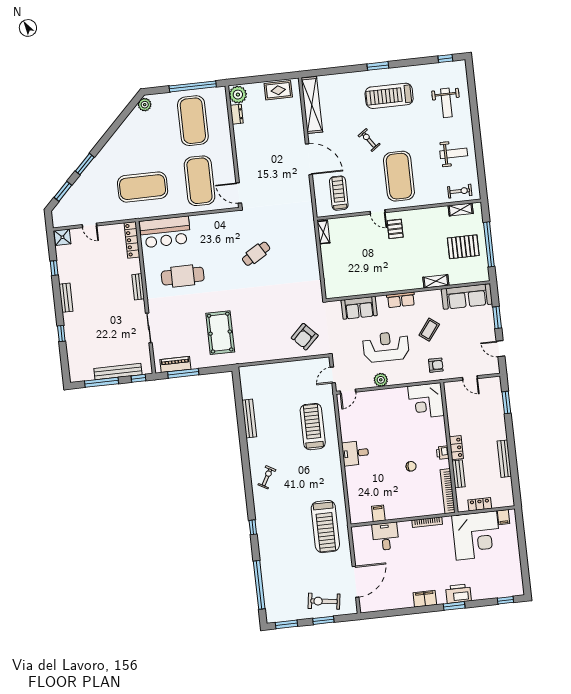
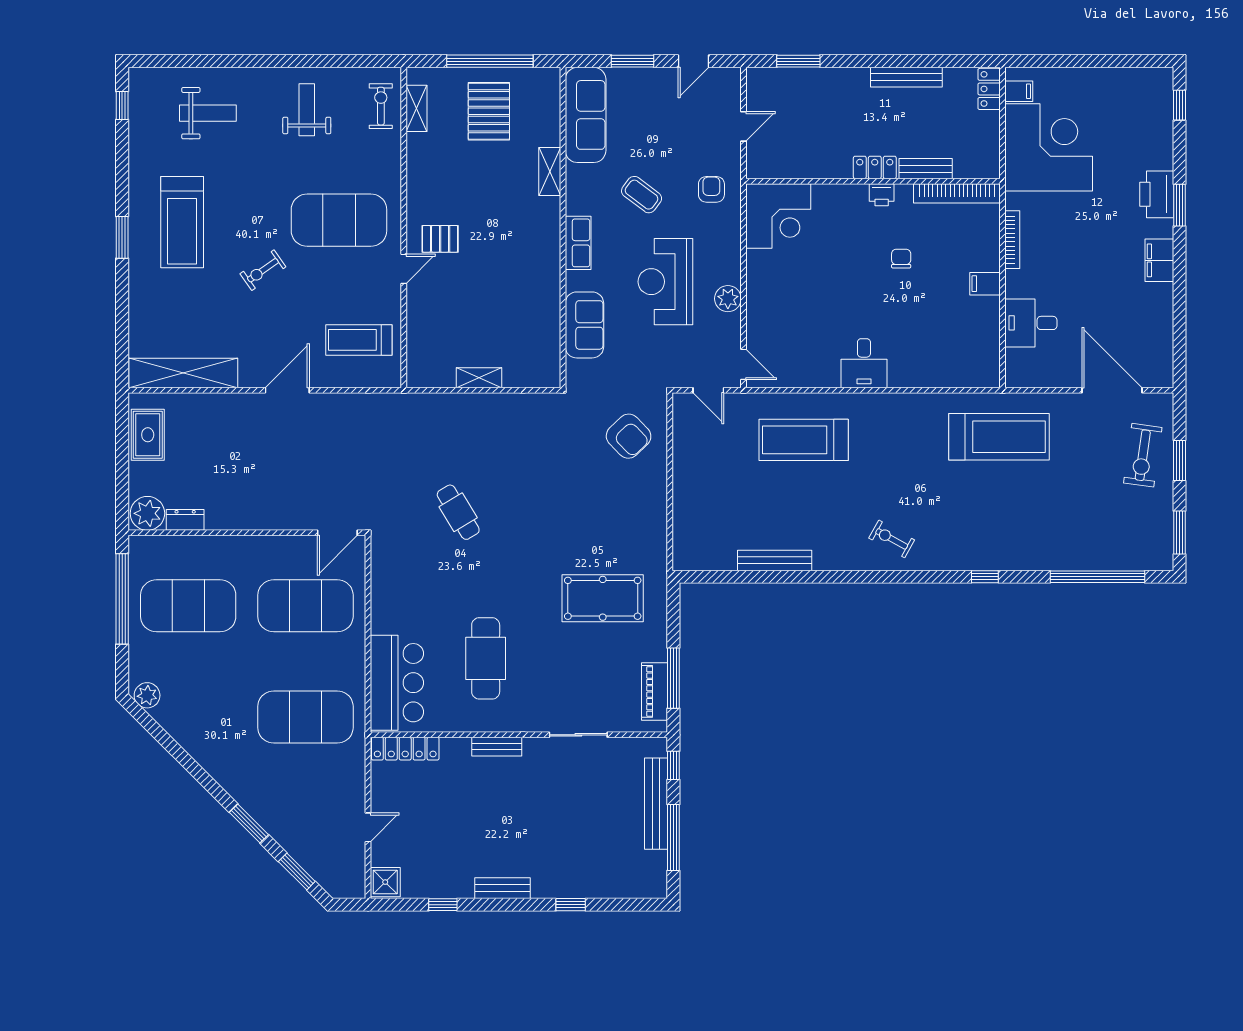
door: (309, 159) -> (287, 390), width x0.73
exercise mat: (143, 187) -> (305, 717), turned 90
shelving: (323, 232) -> (479, 378), moved
locker: (480, 504) -> (989, 89), moved
filing cabinet: (378, 513) -> (985, 284), moved

